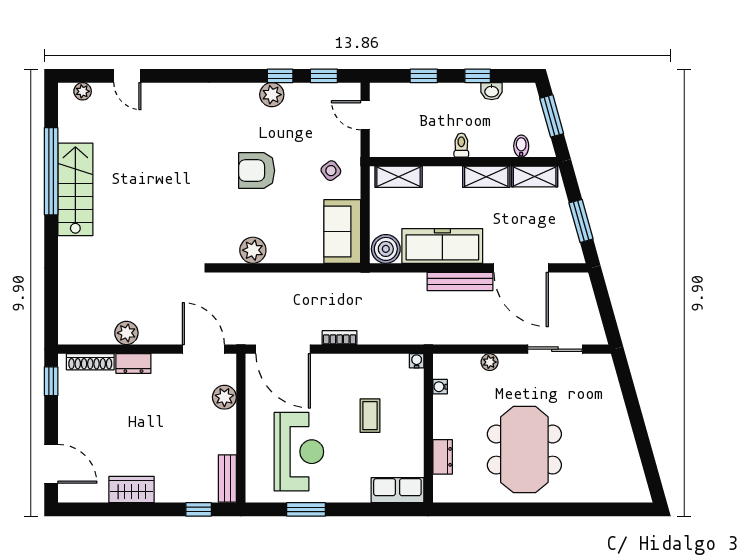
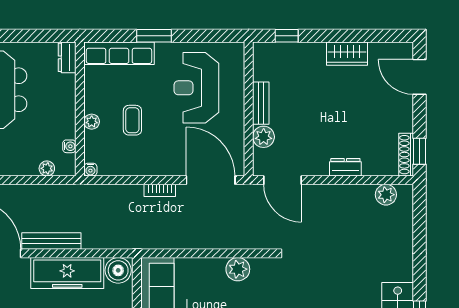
plant: (126, 333) -> (386, 195), moved
shoe rack: (90, 362) -> (406, 155), moved, turned -90
plant: (490, 362) -> (47, 168), moved
plant: (415, 414) -> (92, 122), added
dresser: (443, 457) -> (67, 57), moved
bench: (227, 478) -> (261, 103), moved
row of seats: (397, 490) -> (119, 53), width x1.48
window: (306, 509) -> (154, 36), moved

